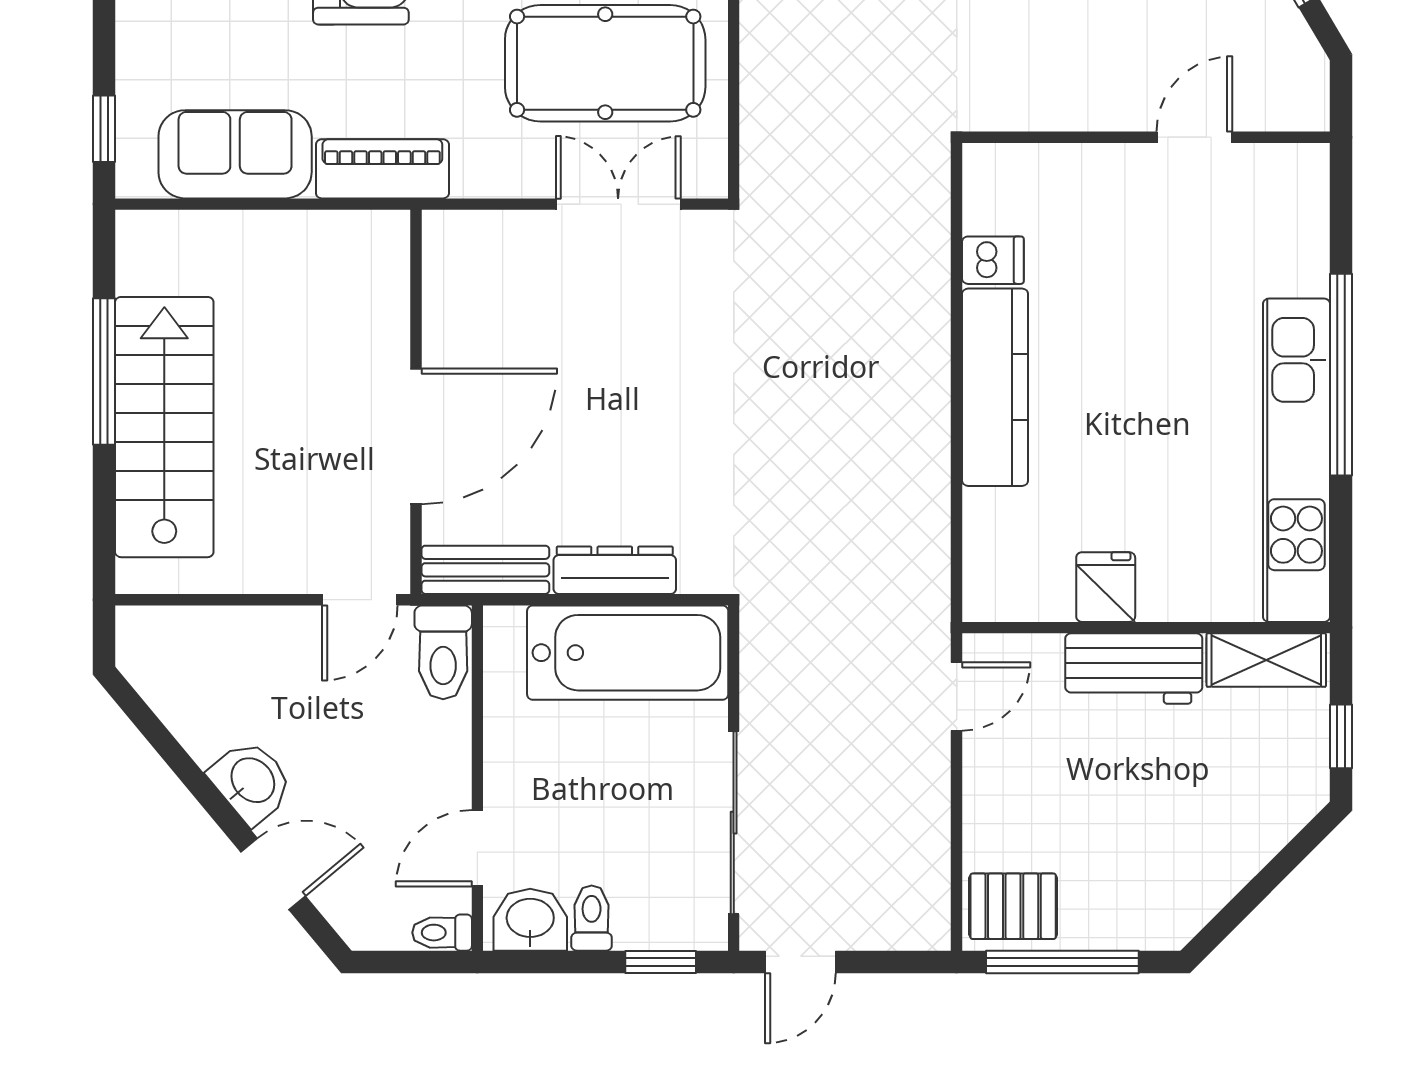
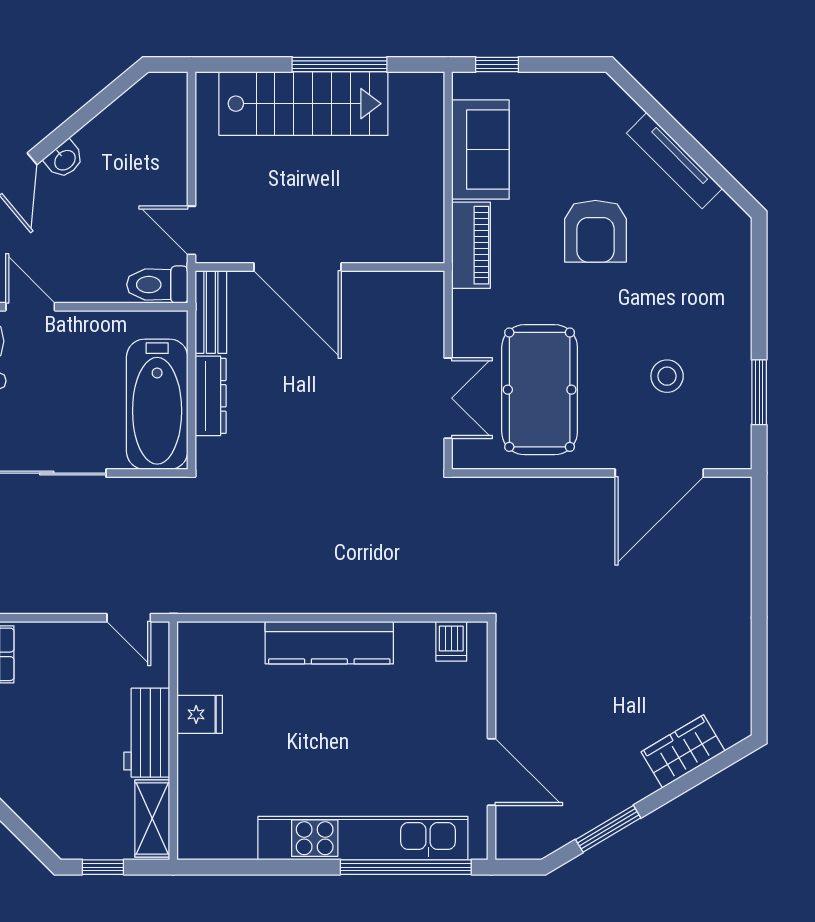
door: (1194, 137) -> (492, 772), width x1.38
dishwasher: (993, 260) -> (451, 641), moved
window: (1341, 375) -> (406, 867), moved
kitchen unit: (1296, 460) -> (363, 838), moved
washbasin: (251, 781) -> (64, 160), width x0.72, depth x0.69

